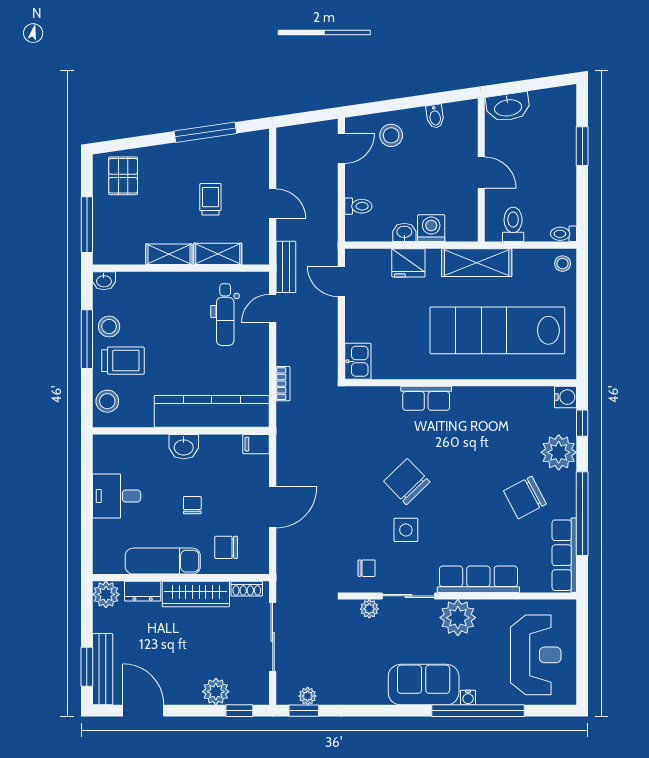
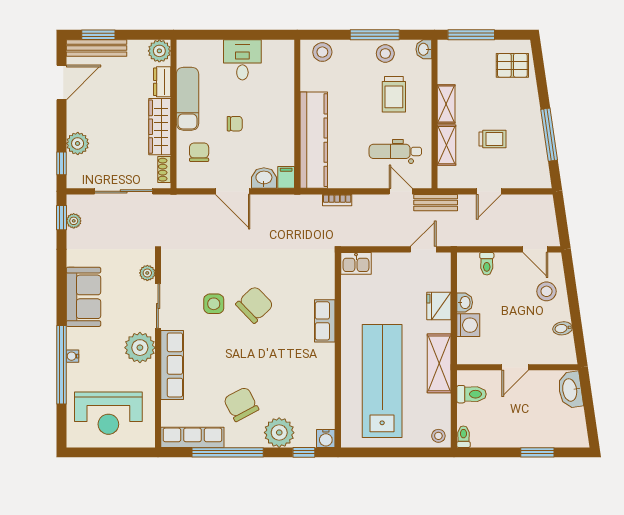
trolley: (123, 361) -> (394, 94), moved
washbasin: (184, 447) -> (264, 178), moved, turned 90
chair: (367, 568) -> (182, 271), removed
sofa: (424, 685) -> (83, 297), moved

